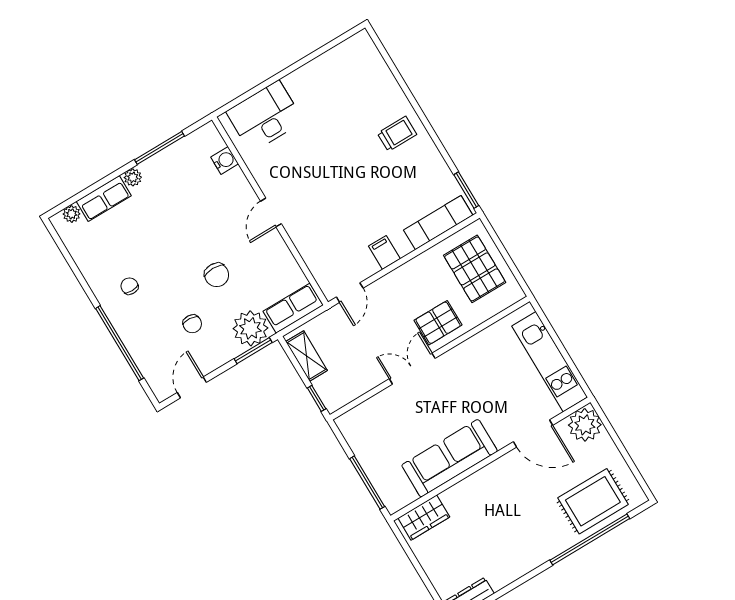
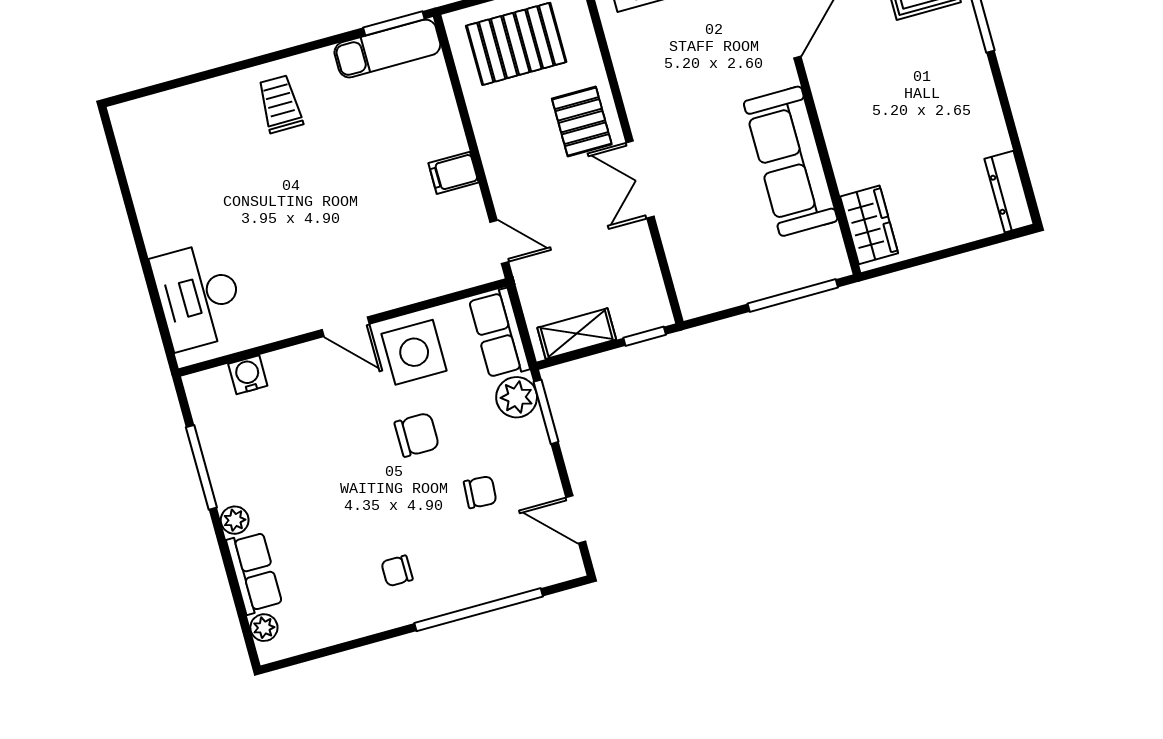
exam couch: (438, 223) -> (387, 49), moved, turned -90
side table: (267, 259) -> (414, 352), added
plant: (251, 328) -> (517, 397), width x0.73, depth x0.73

